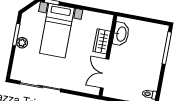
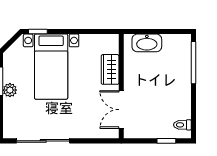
washbasin: (121, 34) -> (147, 43), moved, turned 90

